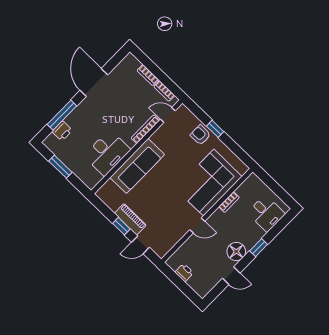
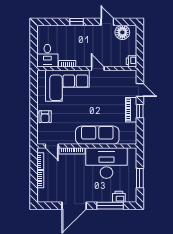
window: (215, 129) -> (34, 112), removed
desk: (107, 153) -> (106, 163), width x1.36, depth x1.30
desk: (266, 213) -> (47, 56), moved, turned 180
floor lamp: (236, 252) -> (122, 32), moved
printer: (184, 273) -> (132, 61), moved

